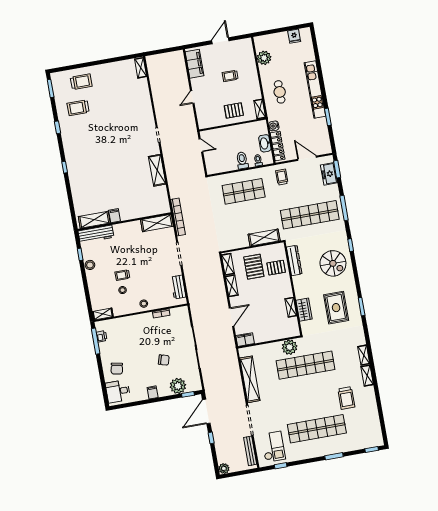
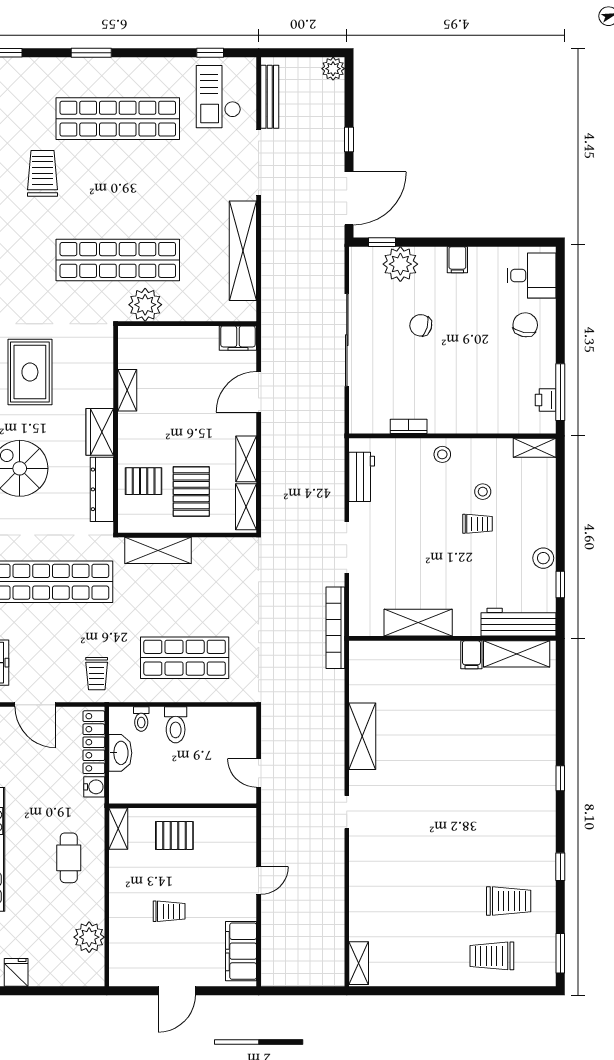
shelving: (157, 223) -> (418, 623), moved
wardrobe: (304, 310) -> (100, 432), moved

